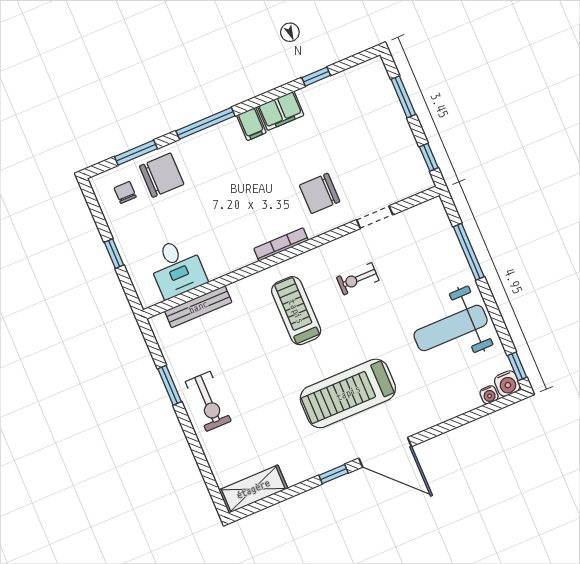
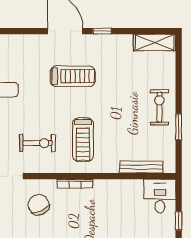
chair: (320, 193) -> (39, 205), turned -114
desk: (177, 268) -> (160, 196), moved
exercise bike: (358, 279) -> (37, 143), width x1.38, depth x1.39
treadmill: (348, 393) -> (73, 76), width x0.73, depth x0.73

